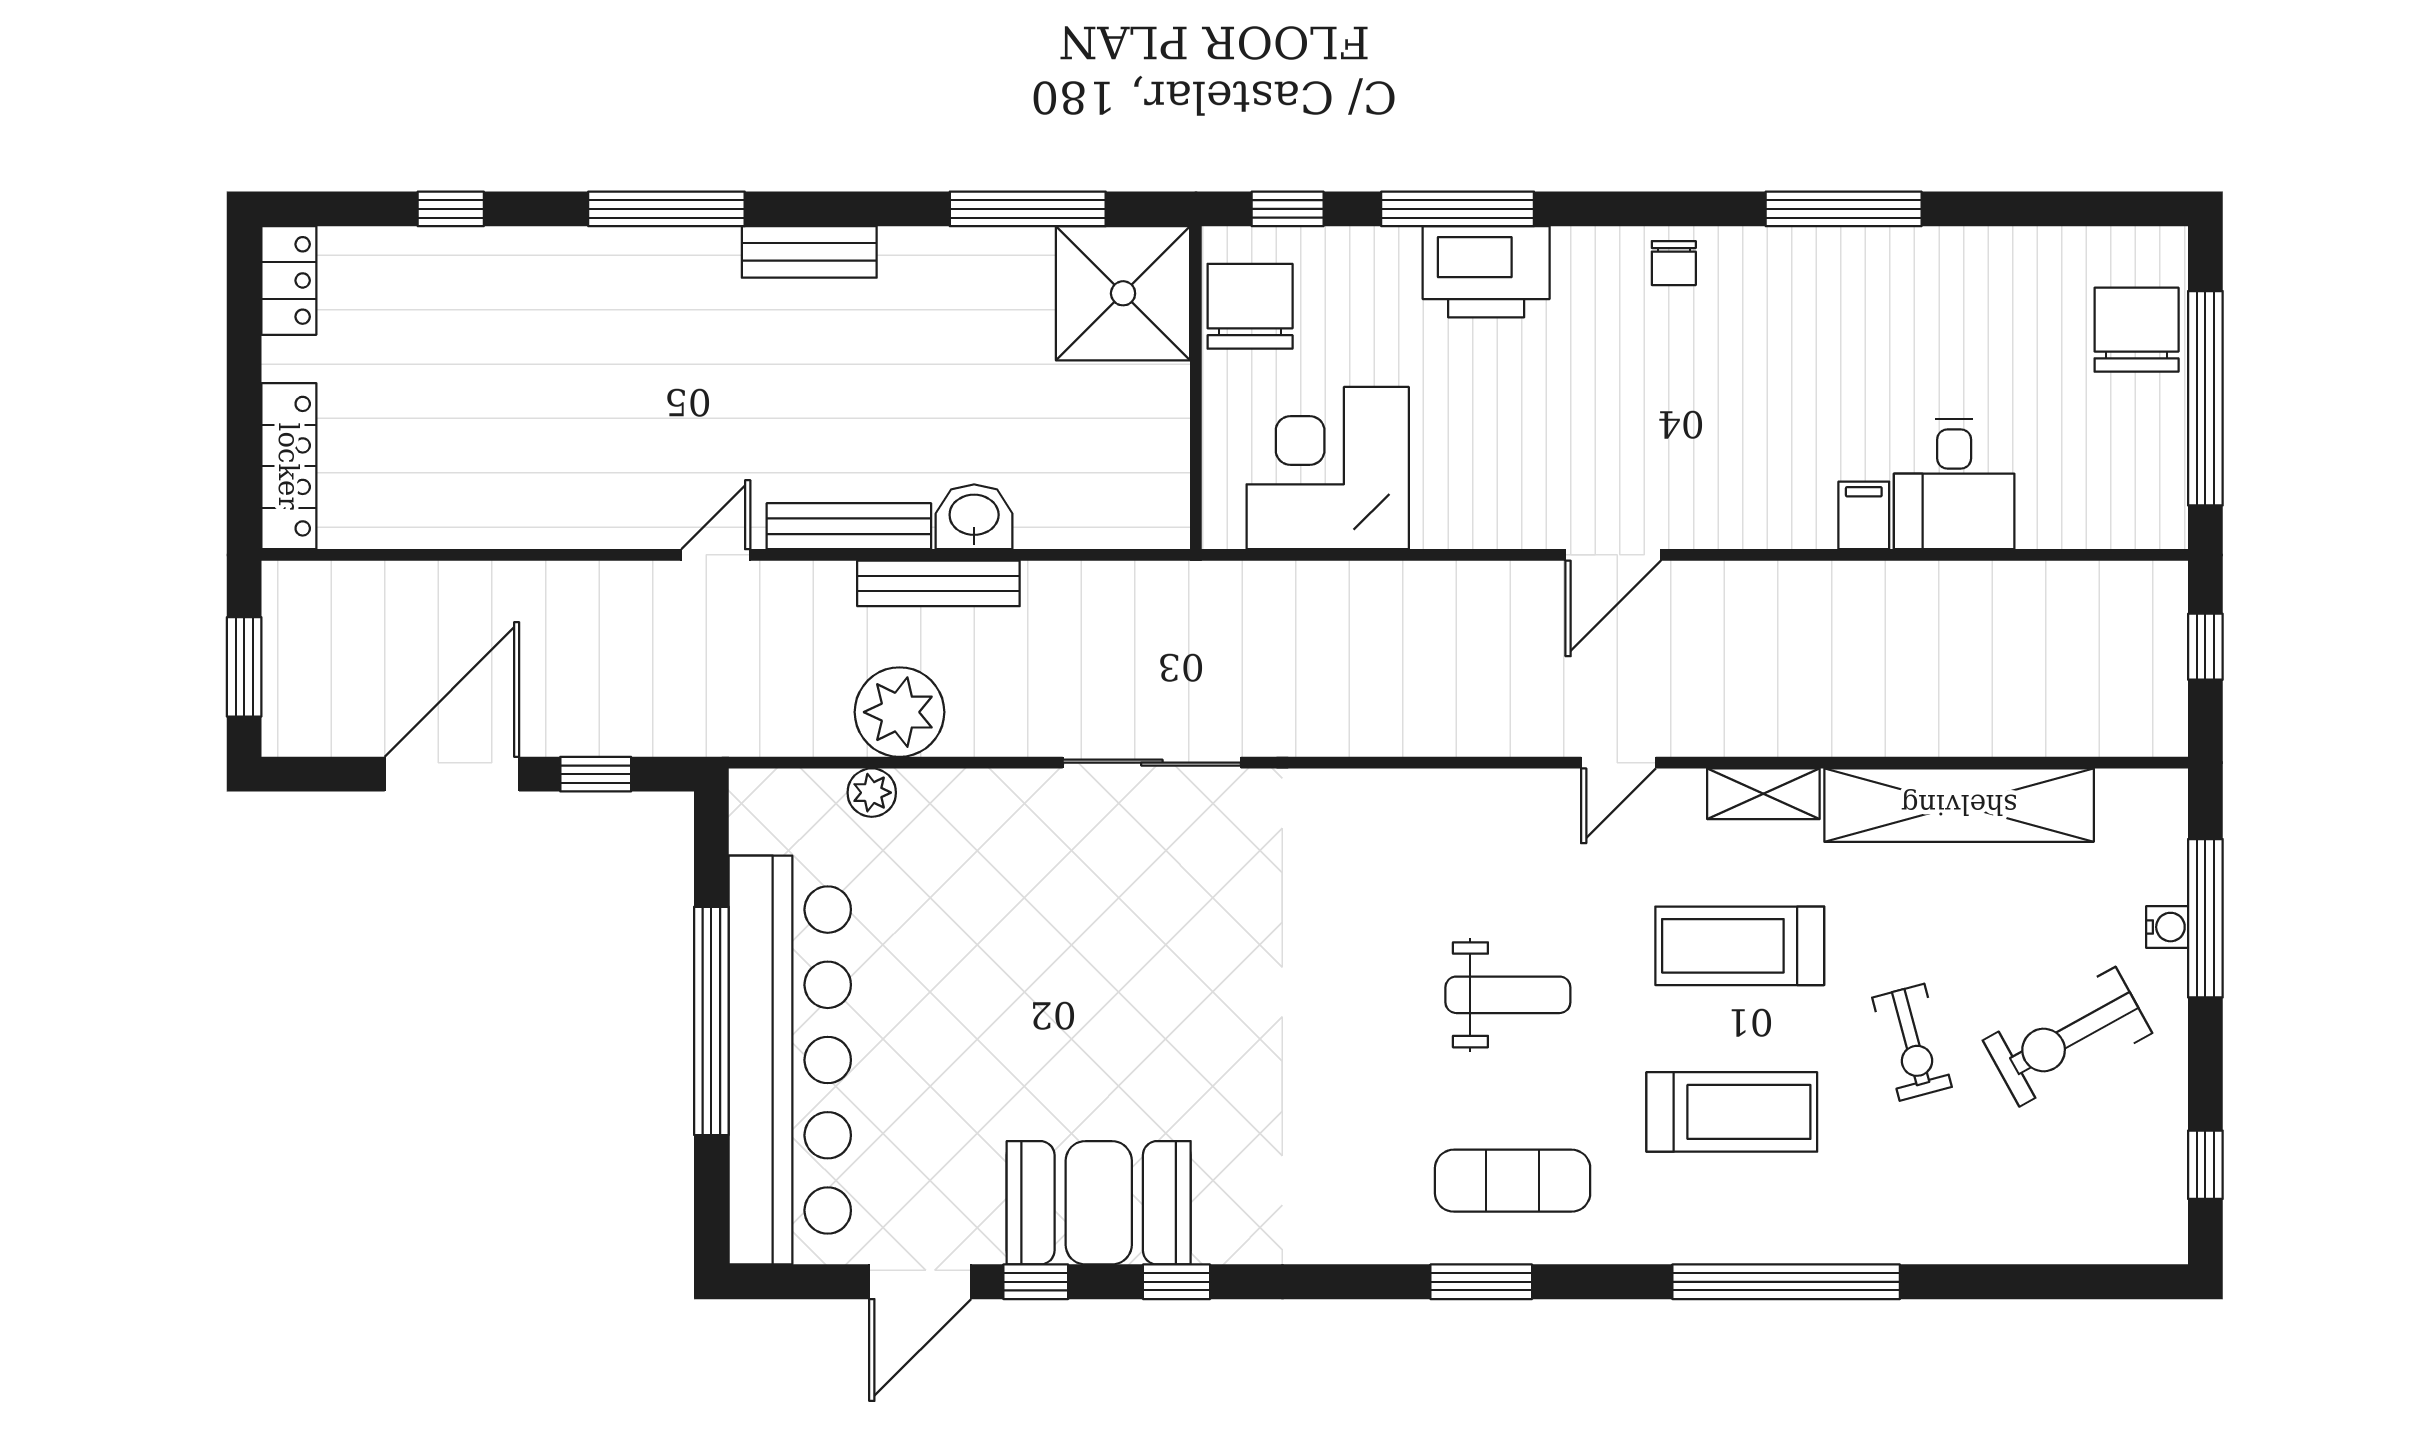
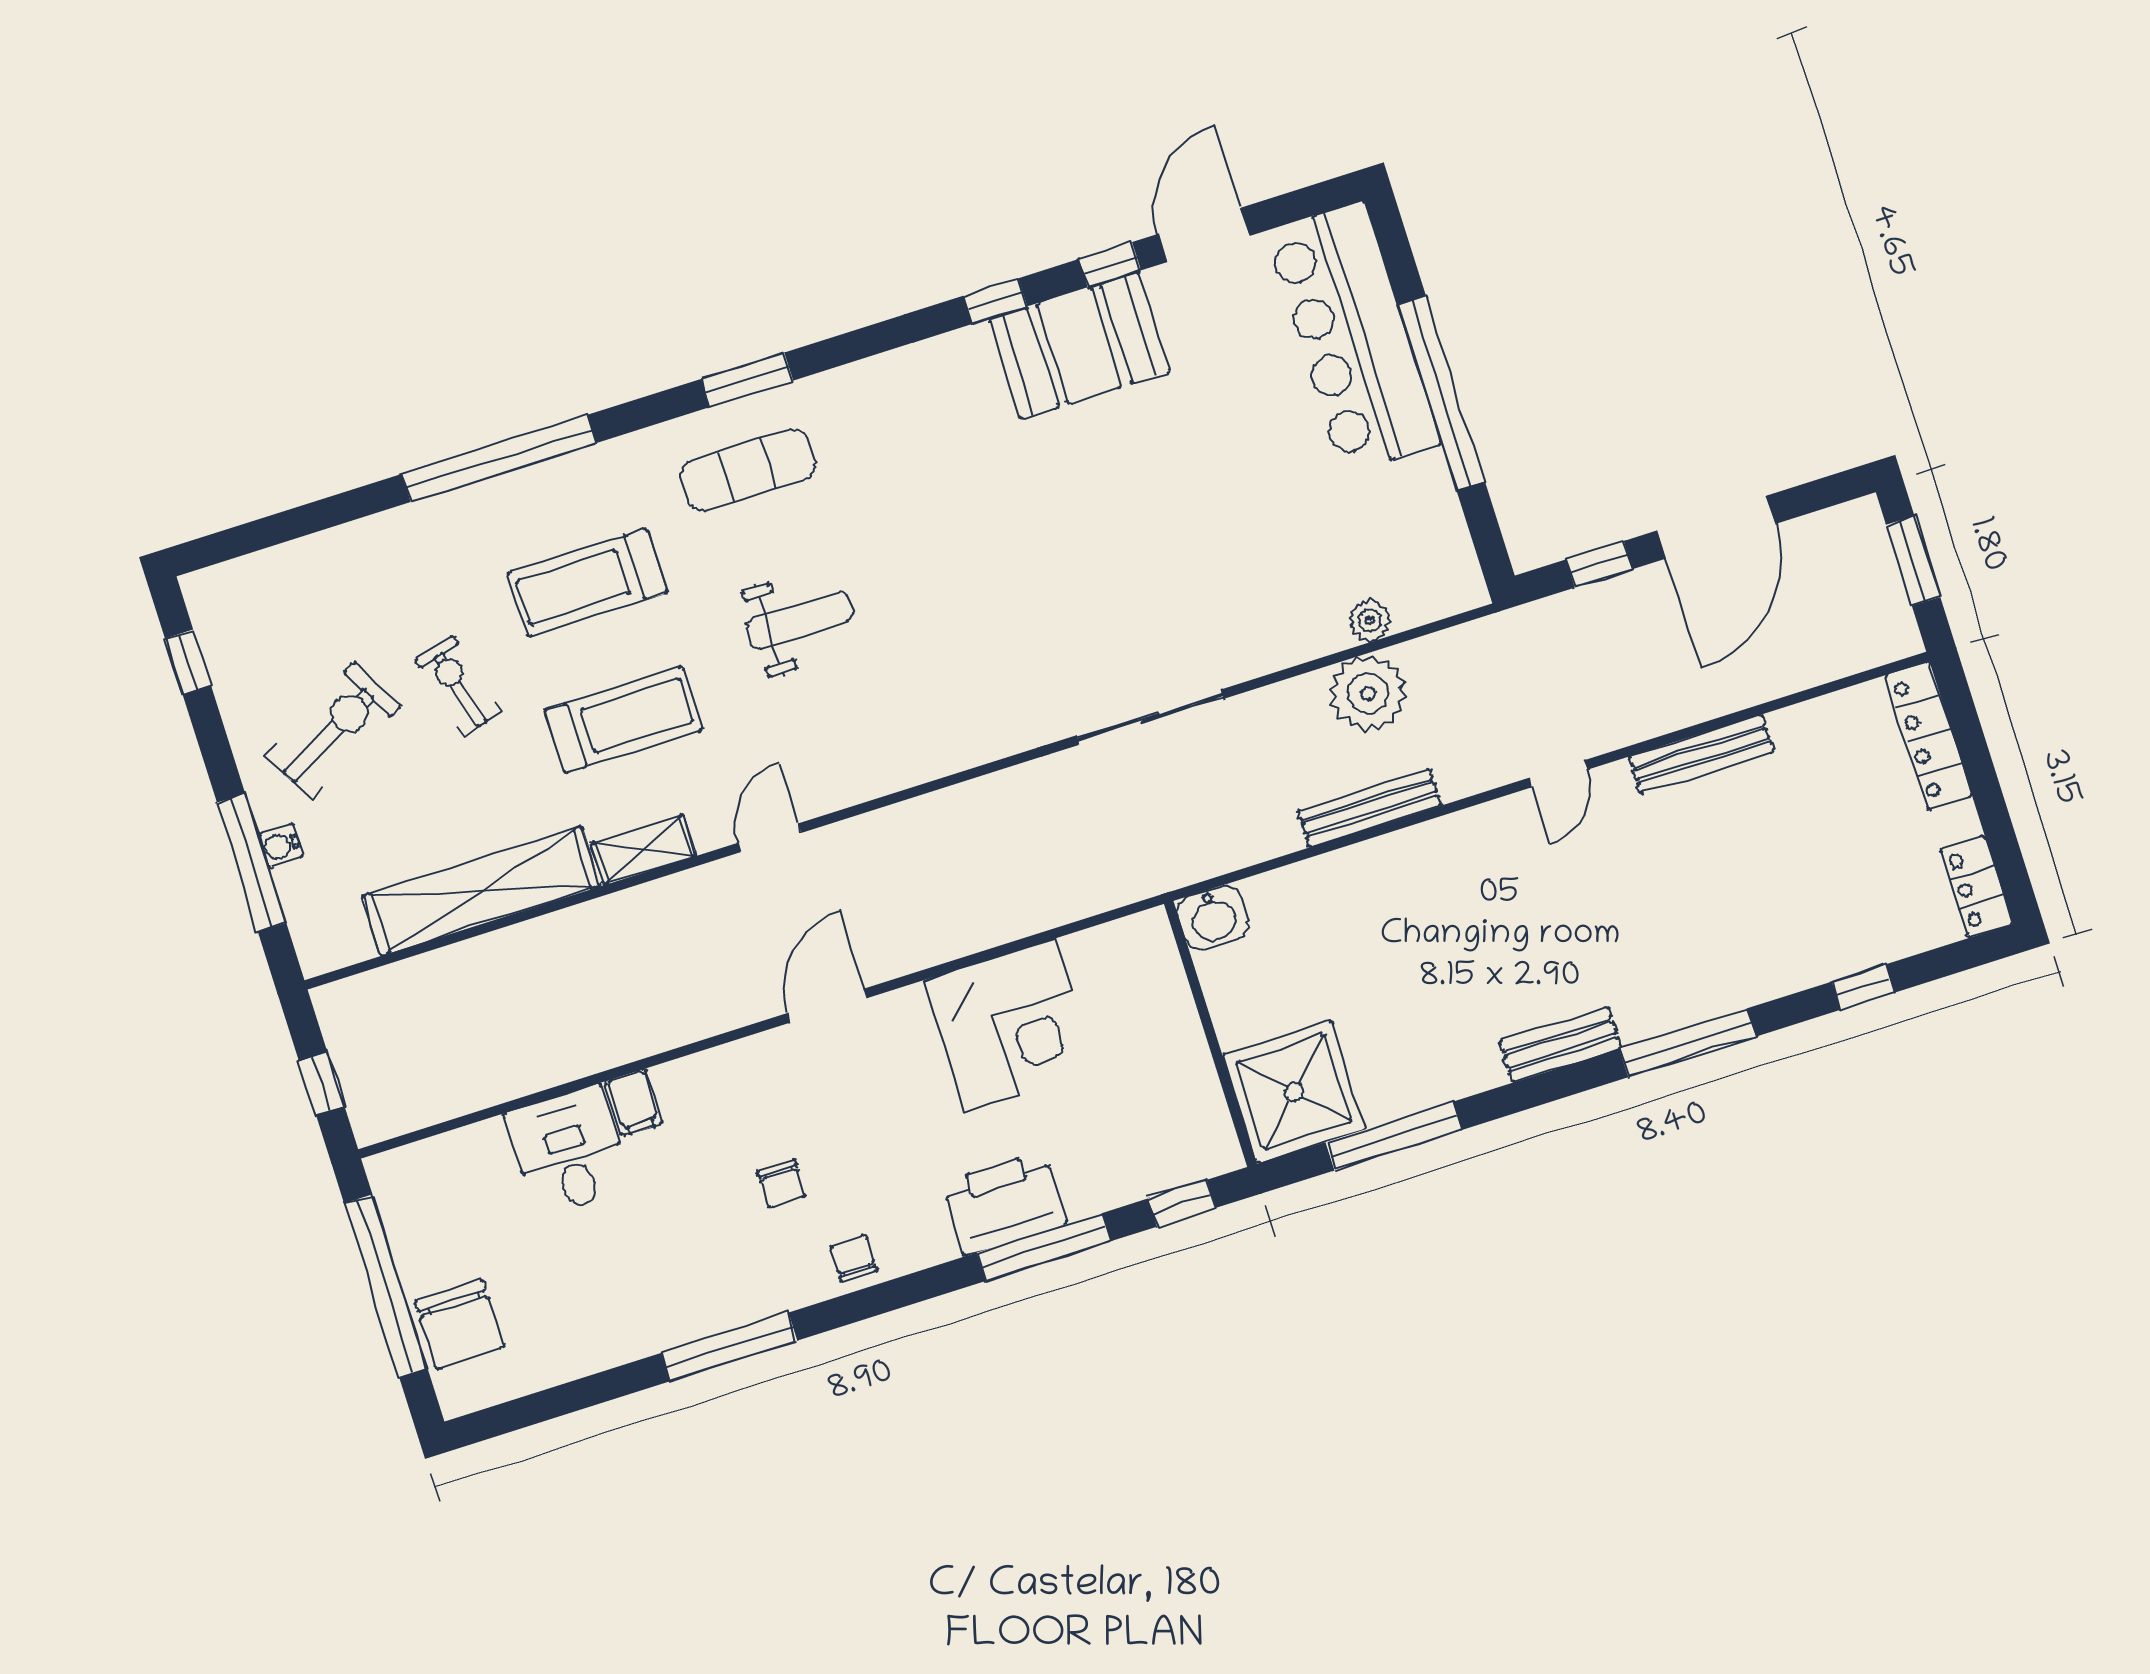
chair: (1250, 306) -> (782, 1184), moved, width x0.54, depth x0.54
corner desk: (1328, 468) -> (1010, 1025), moved
washbasin: (974, 517) -> (1213, 917), moved
bench: (849, 526) -> (1701, 754), moved
weight bench: (1508, 995) -> (800, 620), turned 180
bar counter: (790, 1060) -> (1353, 337), width x0.73

